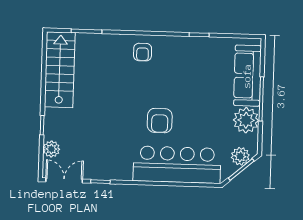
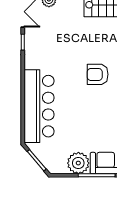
armchair: (160, 121) -> (98, 74), moved
plant: (240, 156) -> (48, 159), removed

